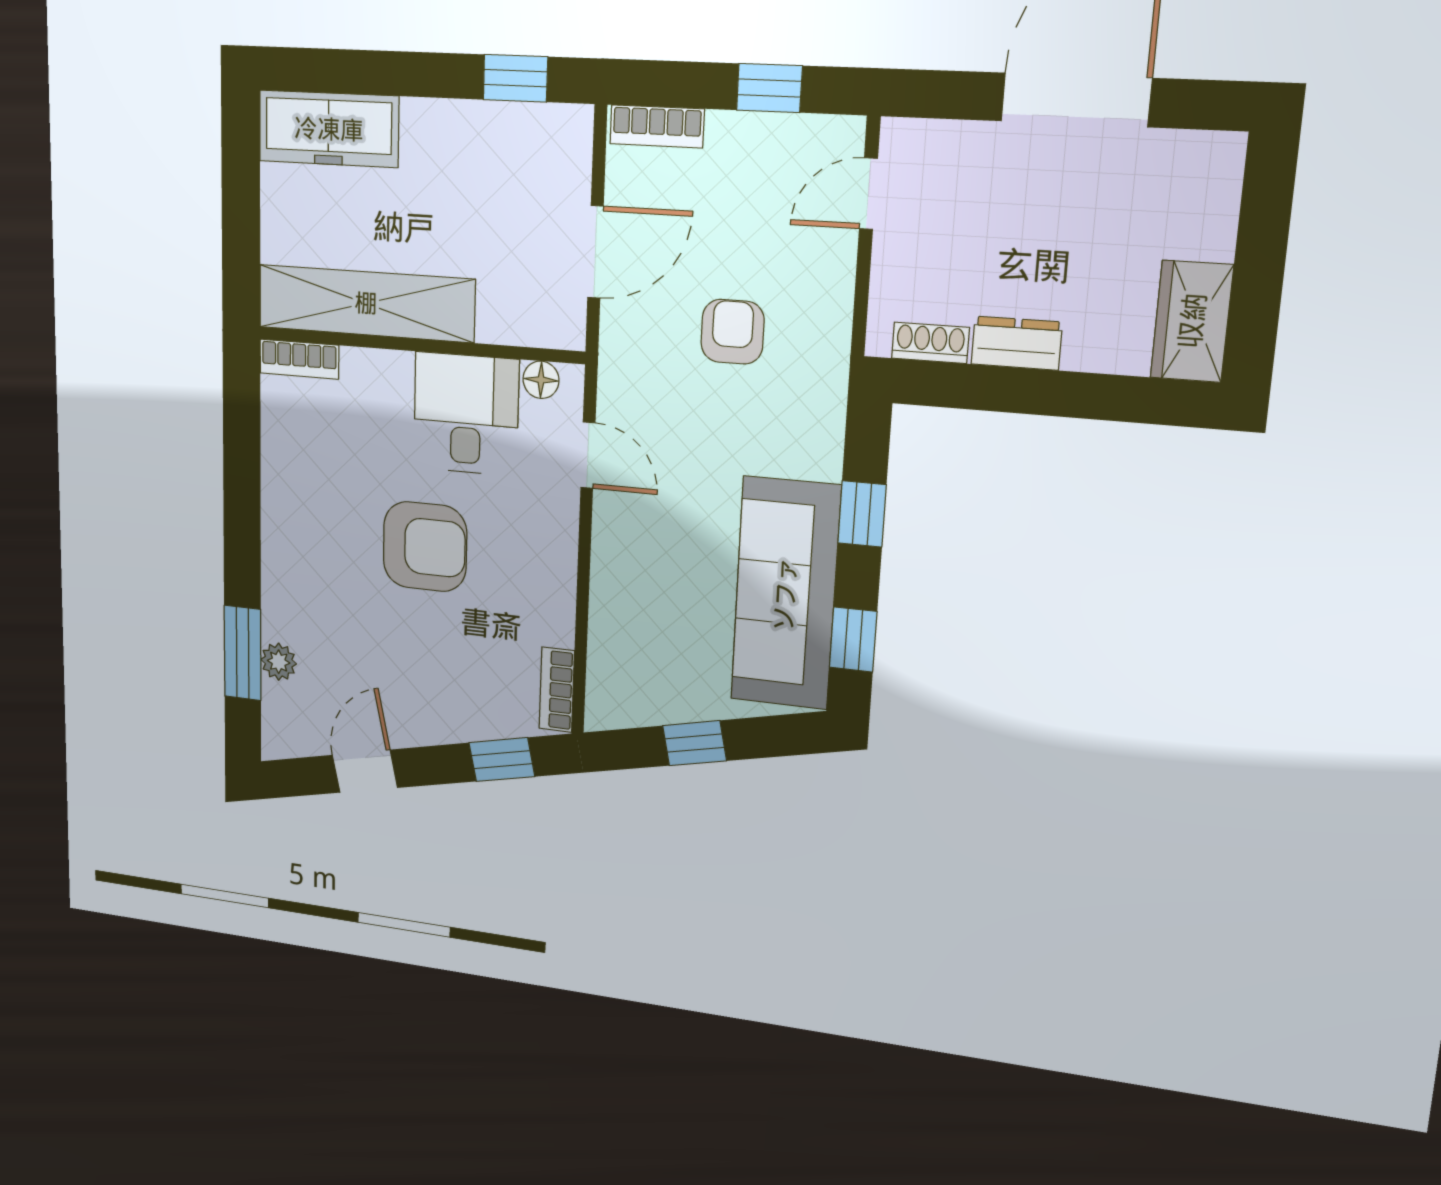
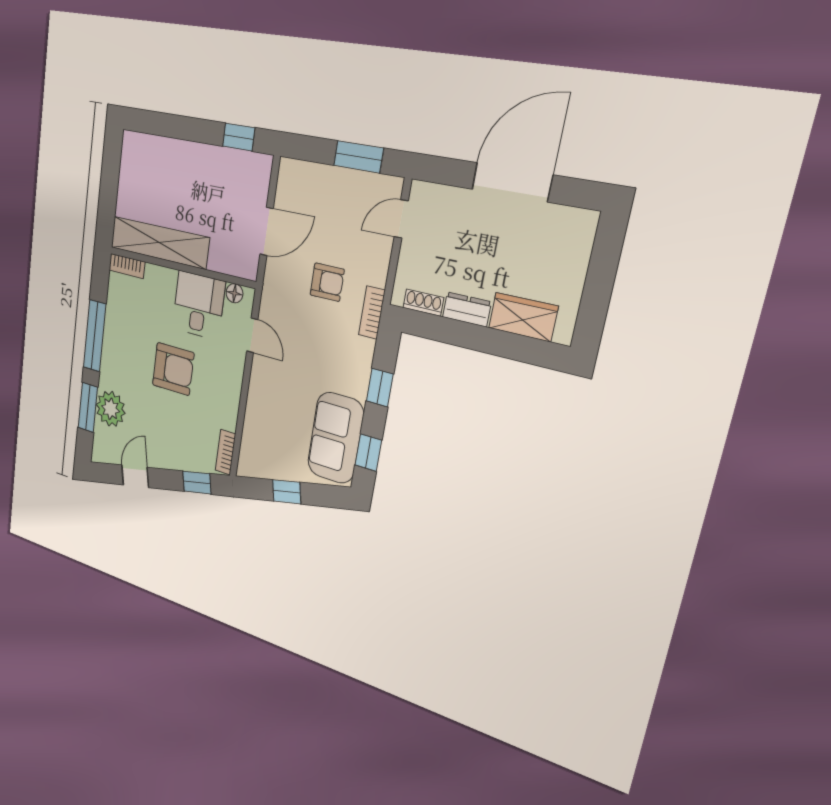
window: (769, 88) -> (358, 157), width x1.50
bookcase: (657, 126) -> (372, 313), moved, turned 90
freezer: (329, 129) -> (151, 152), removed
wardrobe: (1192, 321) -> (523, 317), moved, turned 90
armchair: (733, 332) -> (327, 282), turned 90
window: (242, 508) -> (95, 336), added
sofa: (785, 594) -> (335, 438), width x0.73
plant: (279, 662) -> (111, 409), width x1.88, depth x1.88

